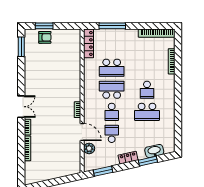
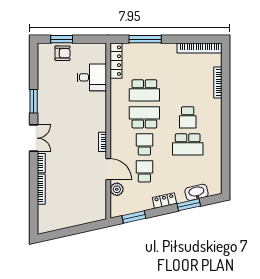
window: (21, 47) -> (34, 101), moved
desk: (69, 57) -> (92, 77), added
school desk: (112, 112) -> (144, 144), turned 180

